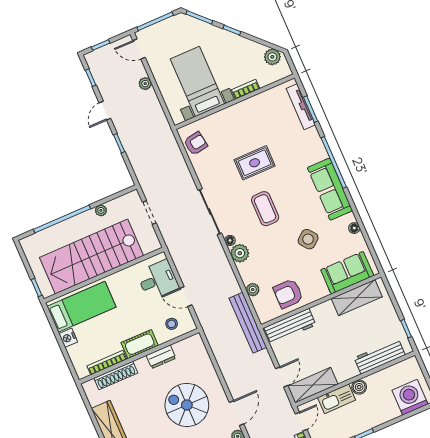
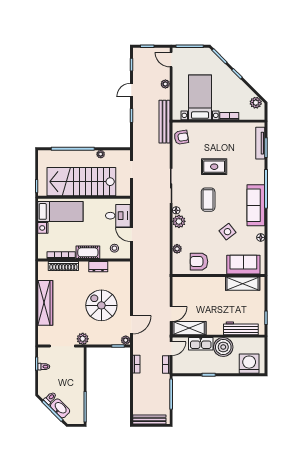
bench: (248, 323) -> (164, 122), moved
workbench: (290, 326) -> (191, 283), removed
boiler: (359, 387) -> (223, 347), width x1.86, depth x1.86

